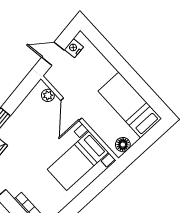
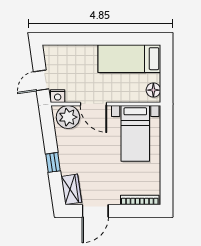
nightstand: (74, 48) -> (58, 96), moved, turned -82
plant: (48, 95) -> (68, 117), width x1.87, depth x1.87

